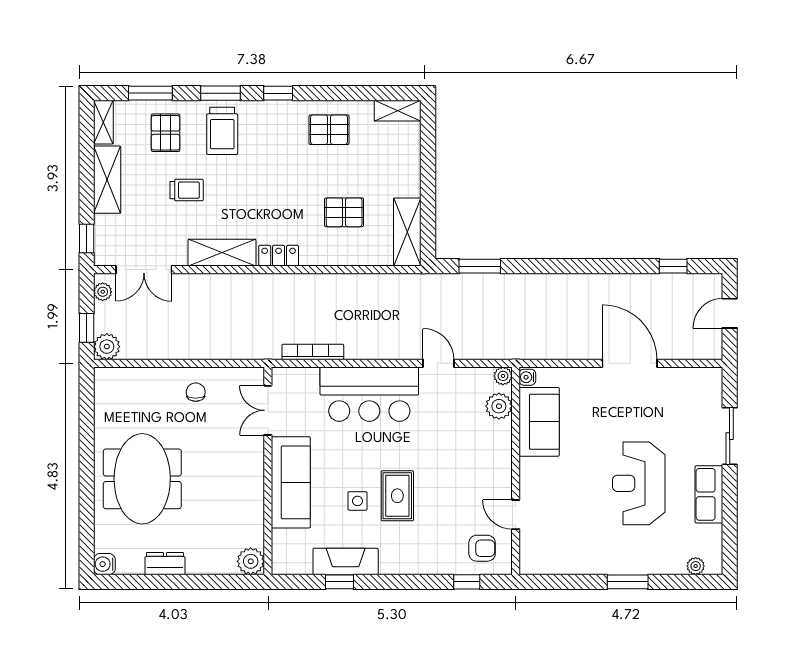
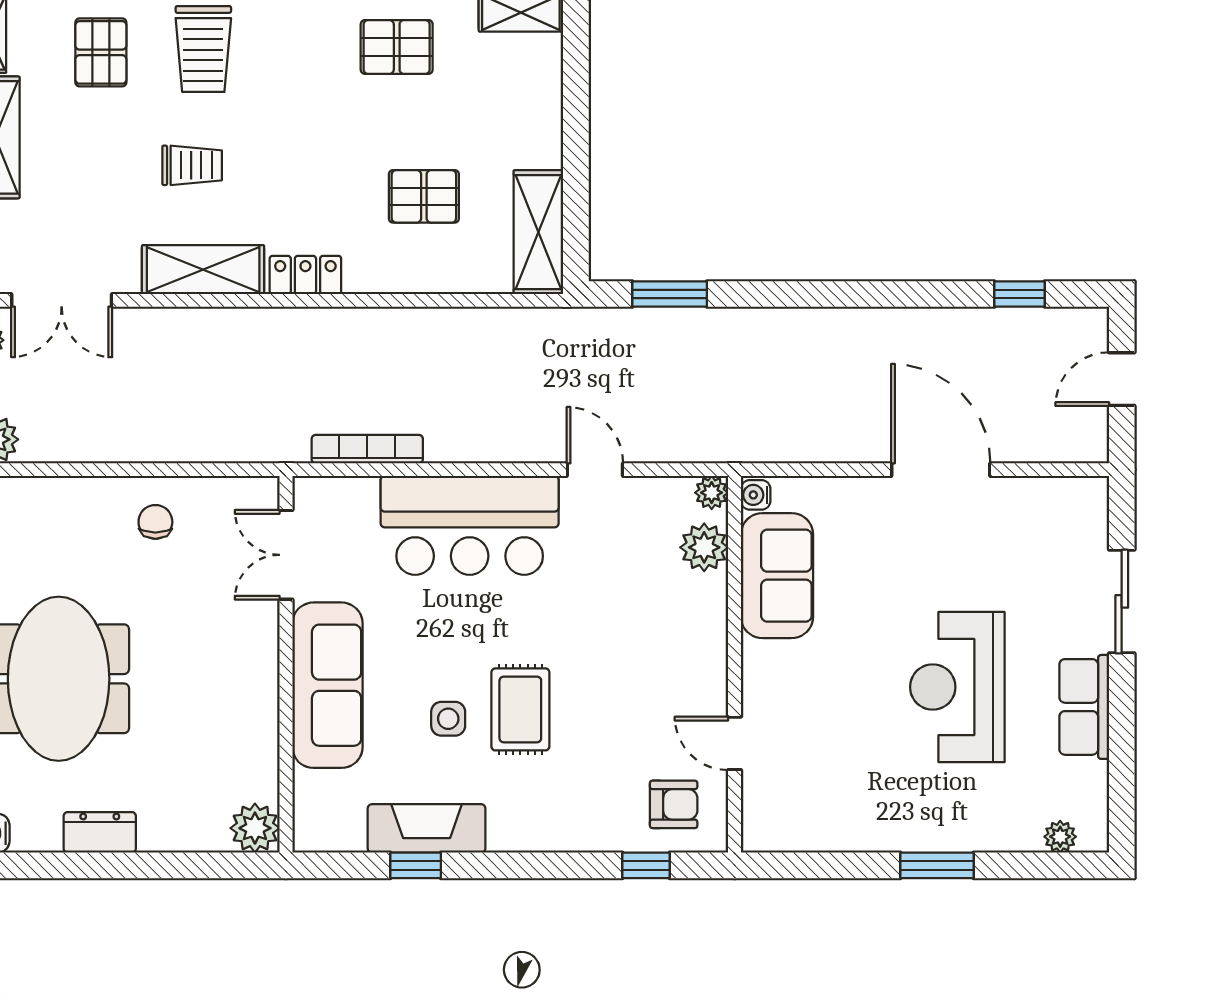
trolley: (187, 190) -> (192, 165), moved

